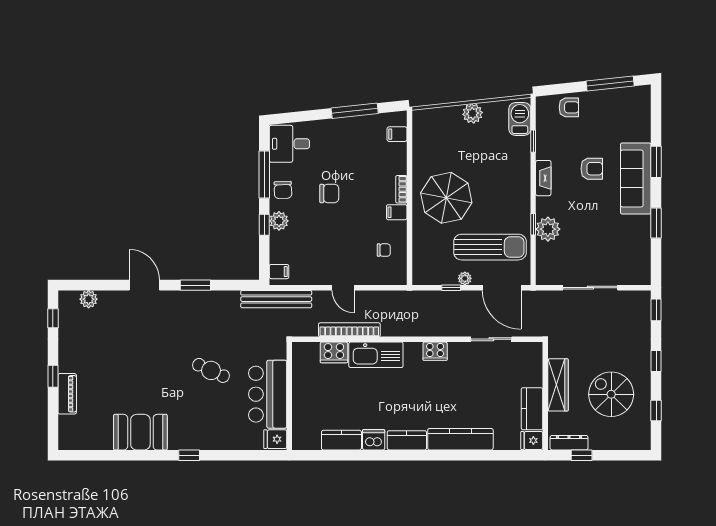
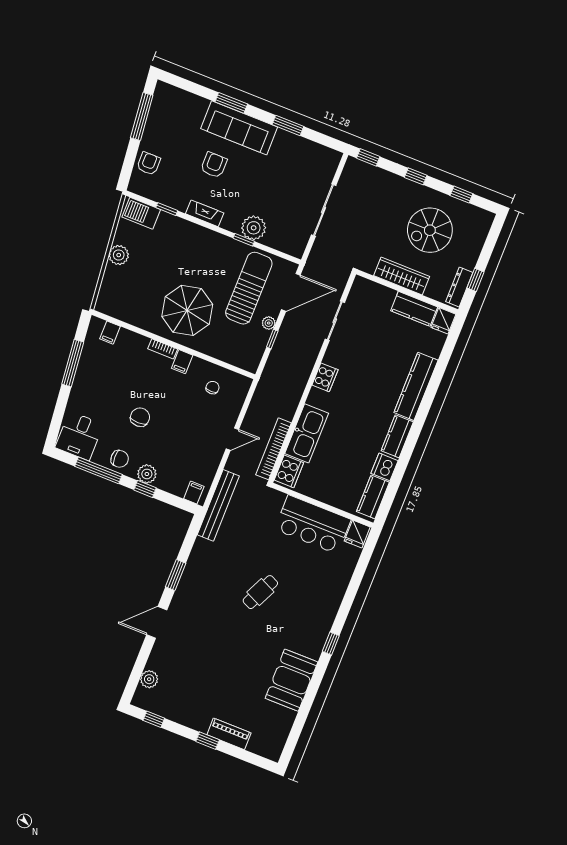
bar counter: (268, 394) -> (313, 524), moved
wall: (289, 396) -> (322, 505), moved
fridge: (275, 439) -> (357, 534), moved

